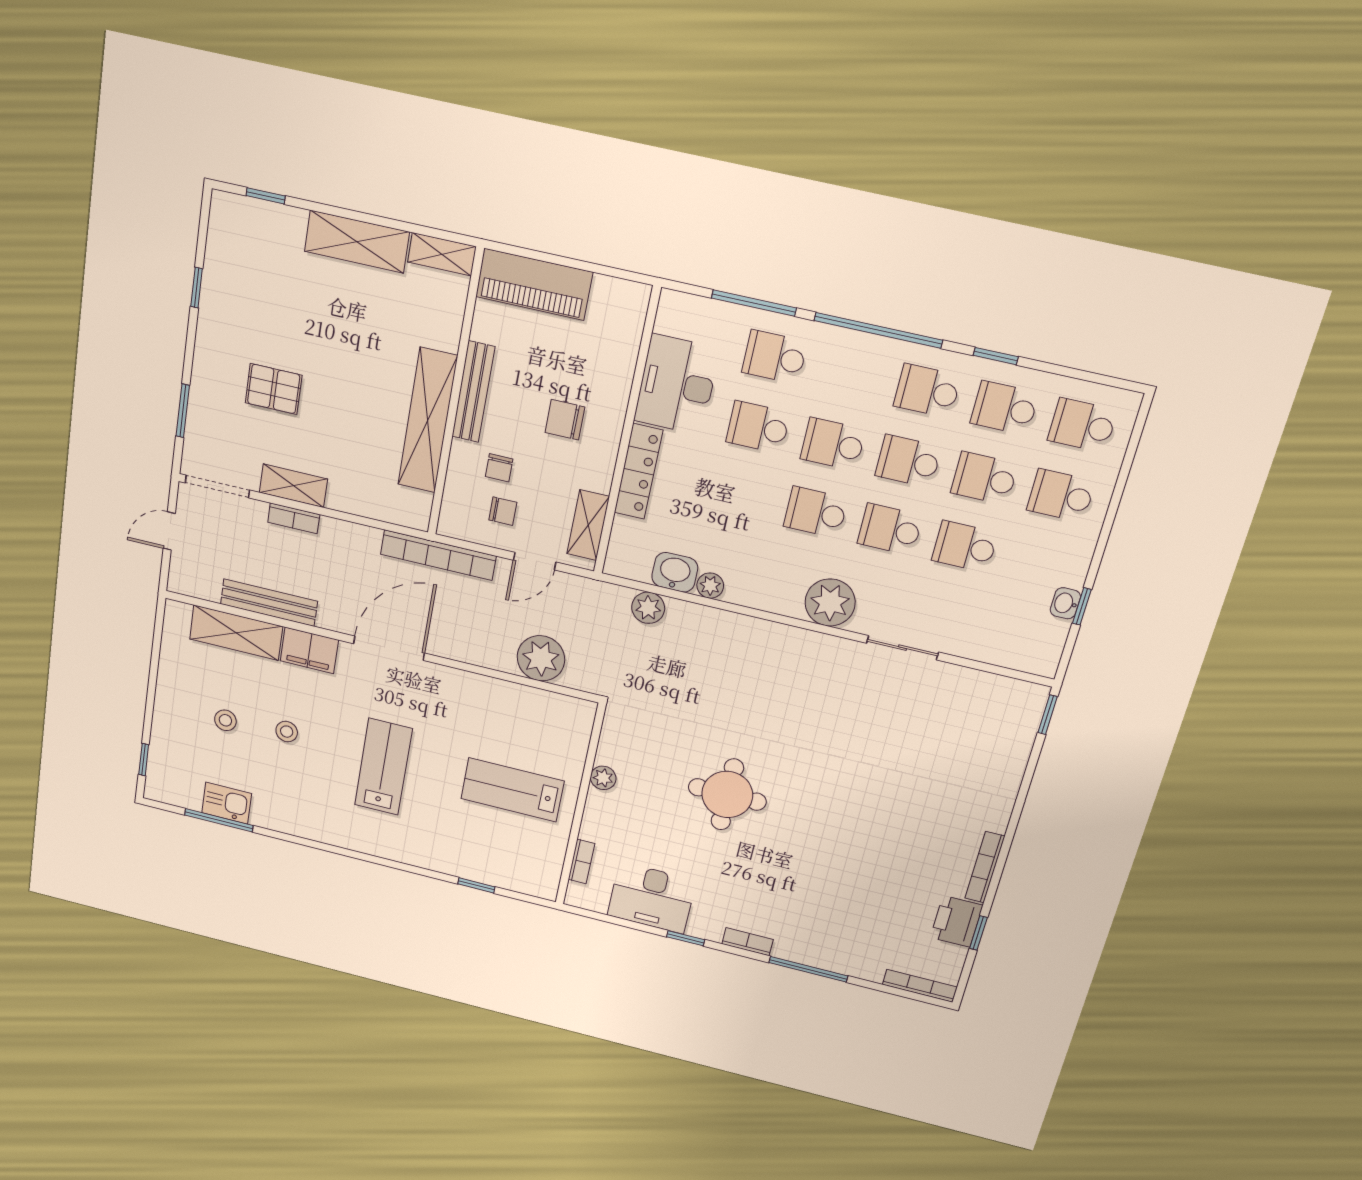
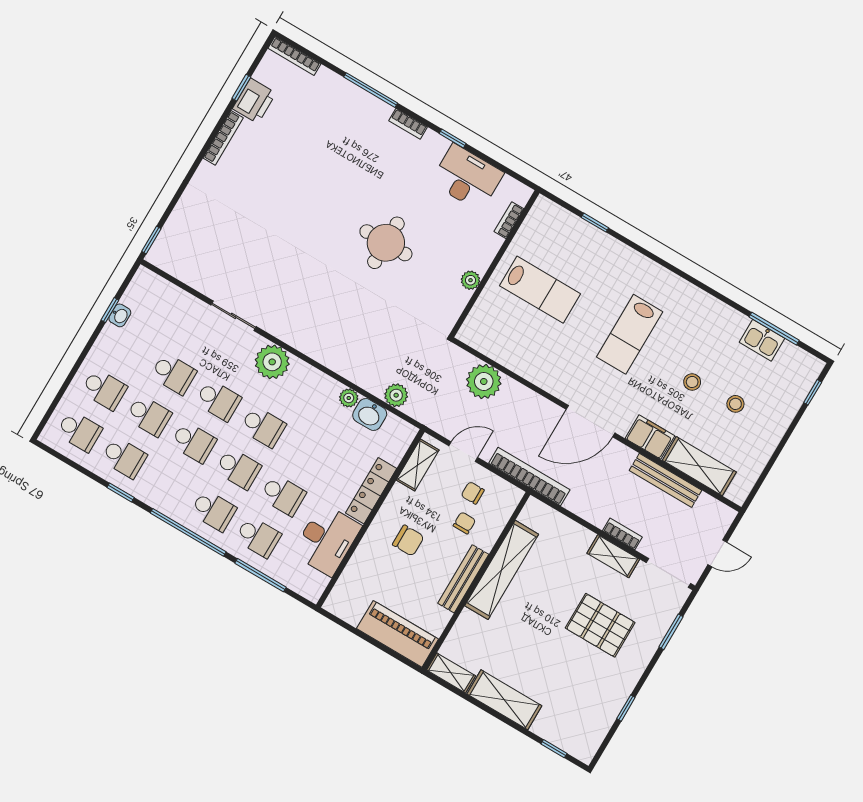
pallet: (274, 389) -> (600, 625), width x1.50, depth x1.42
school desk: (927, 391) -> (213, 510), moved

